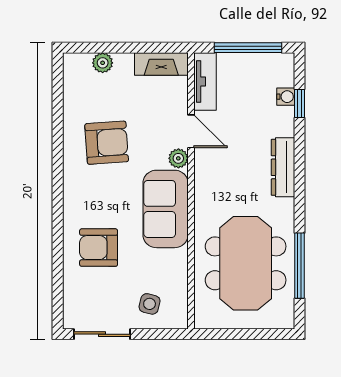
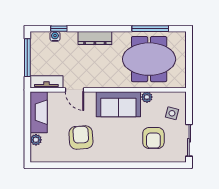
fireplace: (161, 64) -> (39, 112), width x1.37, depth x1.32
door: (191, 131) -> (75, 90), swing flipped
plant: (178, 158) -> (147, 97), moved
armchair: (99, 248) -> (153, 138), moved

